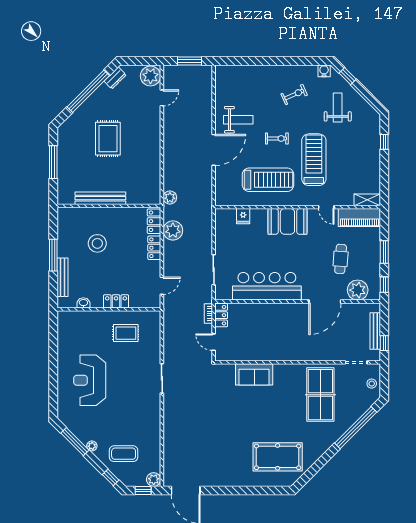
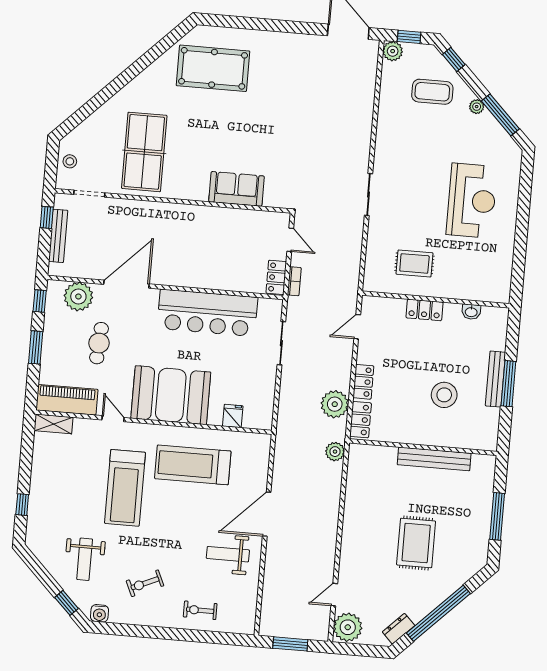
exercise bike: (277, 138) -> (200, 610), moved
booth: (287, 221) -> (171, 395), width x1.36, depth x1.42
bench: (63, 277) -> (495, 379), moved
window: (356, 428) -> (98, 100), removed

